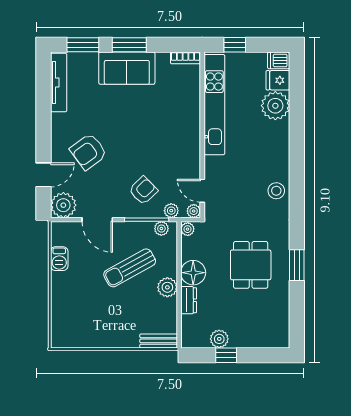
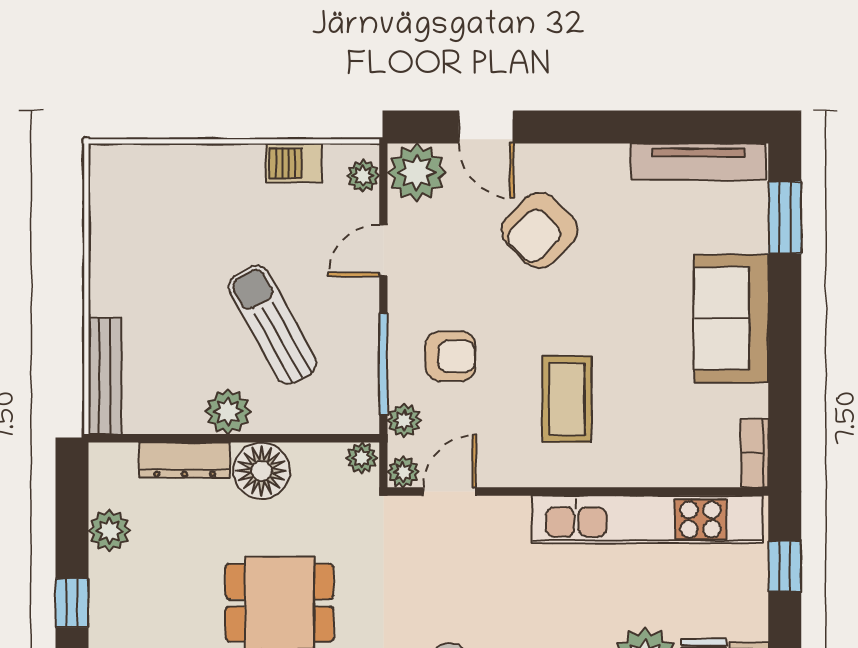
window: (129, 45) -> (785, 324), removed
coffee table: (162, 140) -> (567, 399), added
armchair: (88, 152) -> (540, 230), turned -99
armchair: (143, 190) -> (450, 356), turned -46
door: (97, 220) -> (383, 250), width x0.73
plant: (161, 229) -> (363, 176), moved
dresser: (189, 300) -> (185, 460), width x1.44
bench: (159, 341) -> (105, 376), width x1.36
window: (226, 355) -> (72, 603), moved

